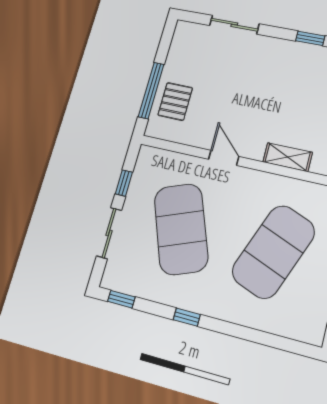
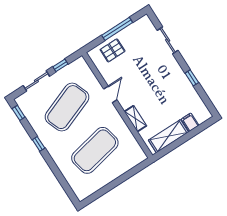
window: (151, 90) -> (117, 29), moved
exercise mat: (273, 252) -> (95, 150), turned -33

